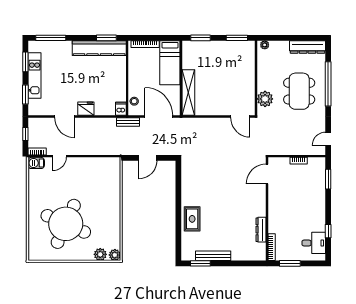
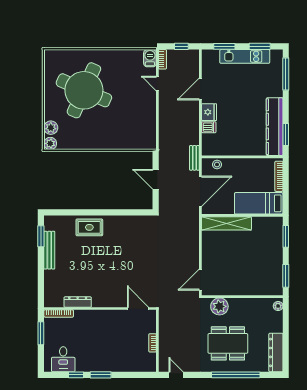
dishwasher: (121, 109) -> (209, 127), moved
window: (328, 179) -> (101, 375), moved

